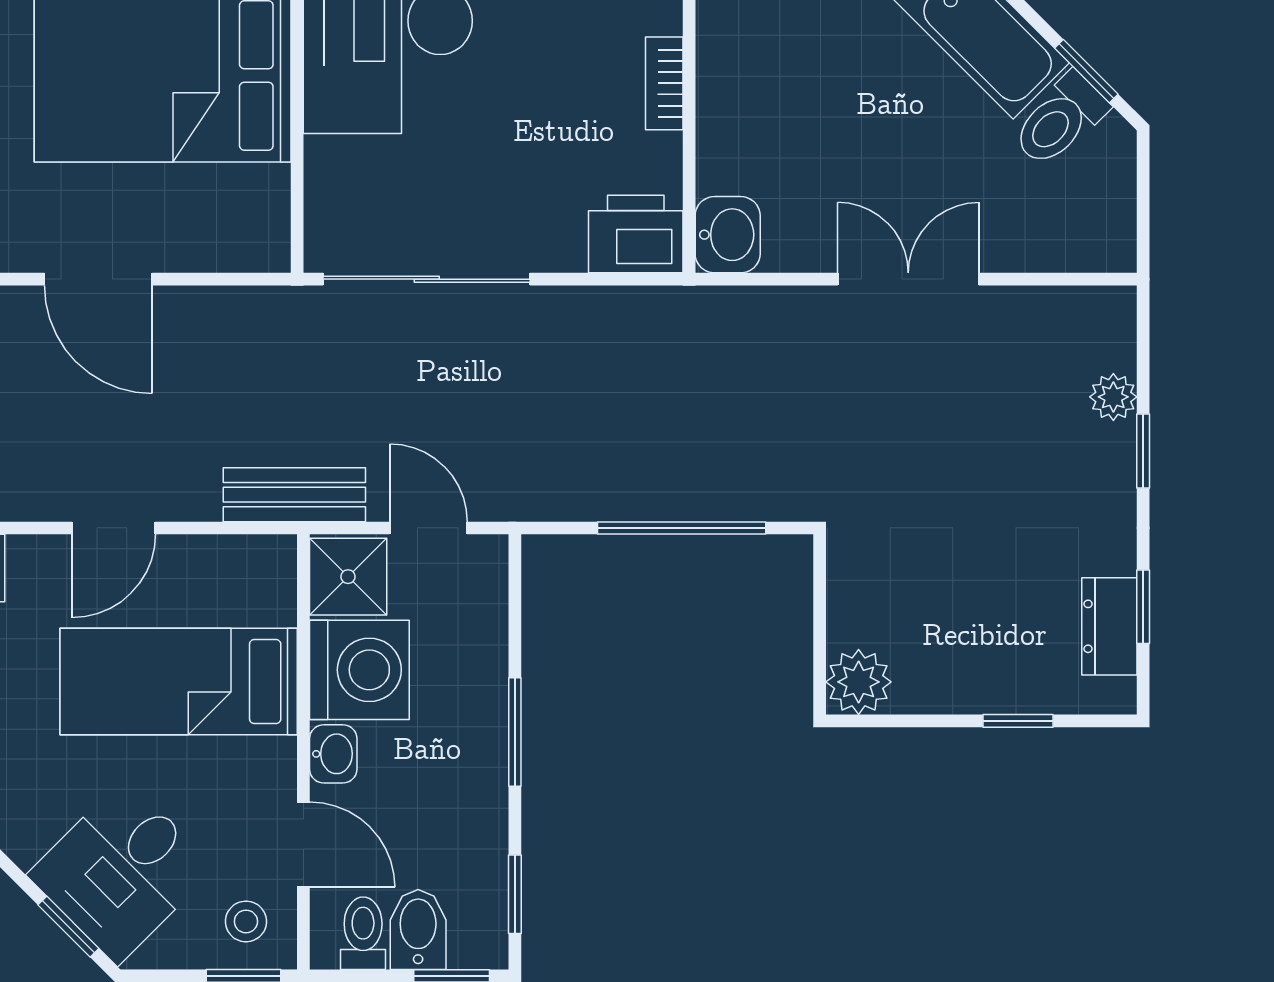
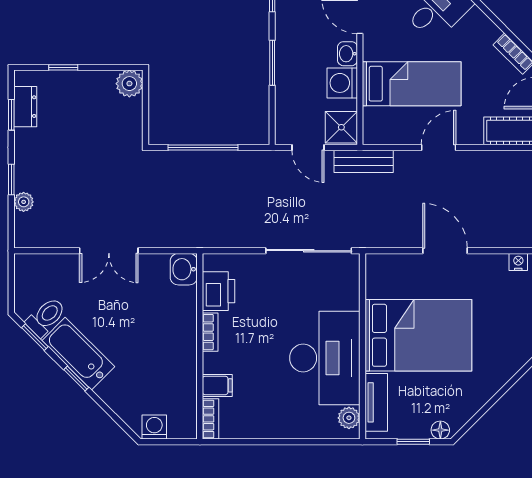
printer: (636, 234) -> (219, 291), moved, turned -90
washing machine: (359, 670) -> (342, 83), width x0.73, depth x0.73

